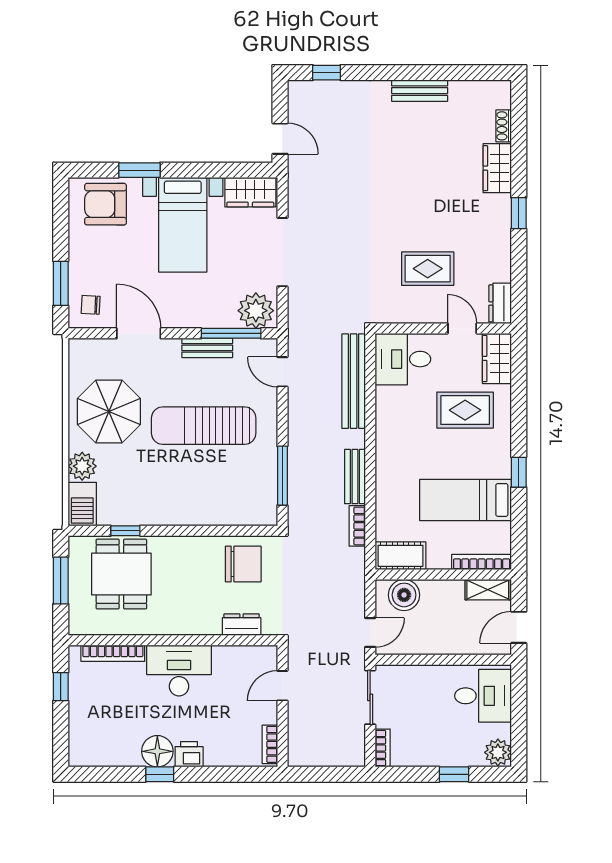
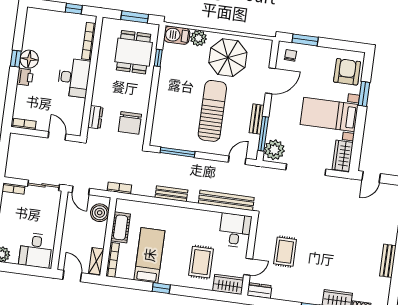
bookcase: (357, 526) -> (119, 188), moved
cot: (401, 556) -> (121, 227), moved
dining table: (121, 574) -> (134, 52), turned 90

